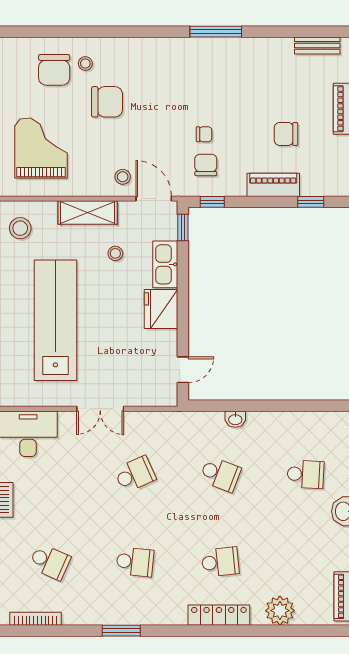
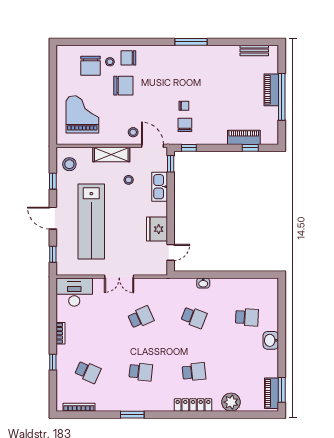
chair: (286, 134) -> (128, 58), moved
piano: (273, 185) -> (244, 137), moved
fridge: (161, 309) -> (157, 229), moved
lab bench: (55, 320) -> (91, 221), turned 180

